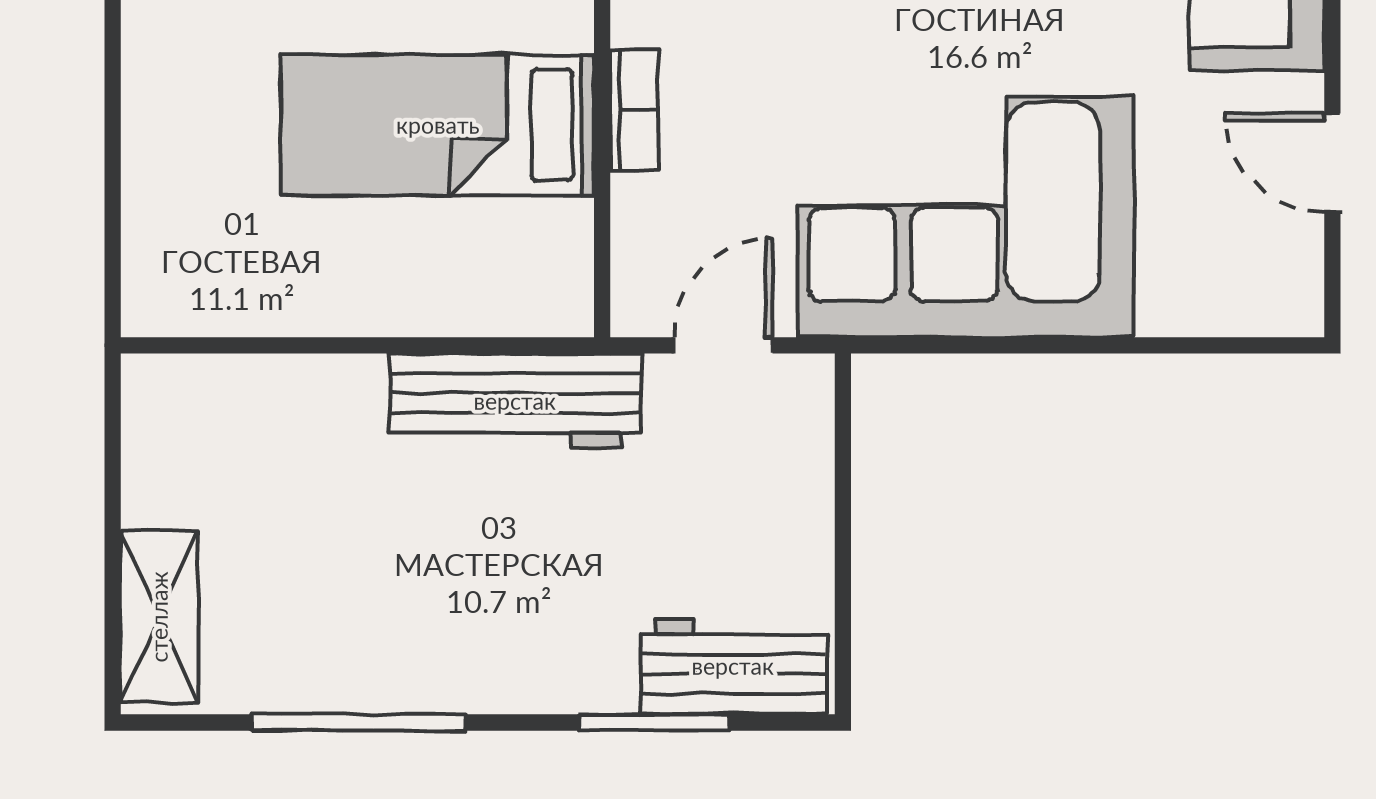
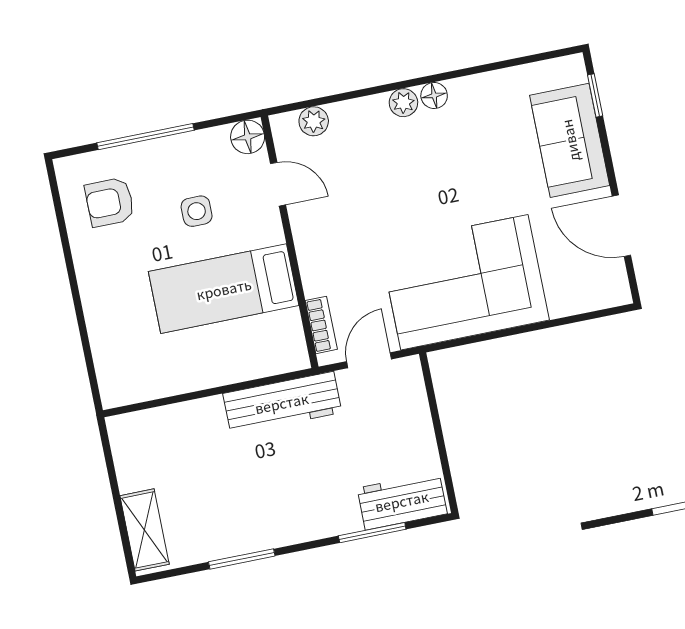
bookcase: (634, 110) -> (321, 325), moved
door: (1332, 163) -> (621, 226), width x1.37
window: (358, 722) -> (242, 559), width x0.69

